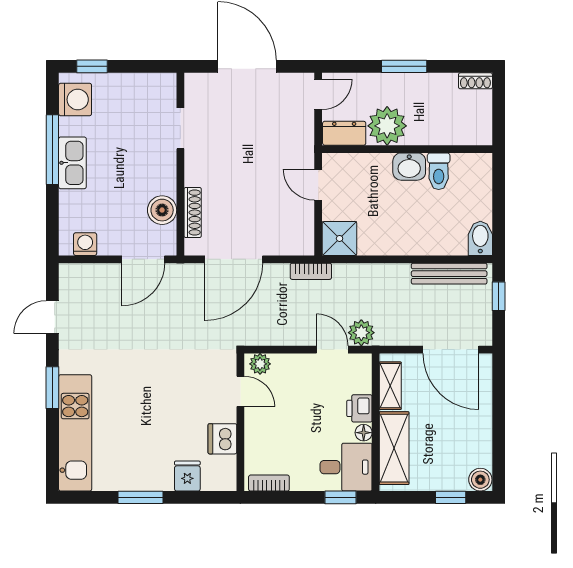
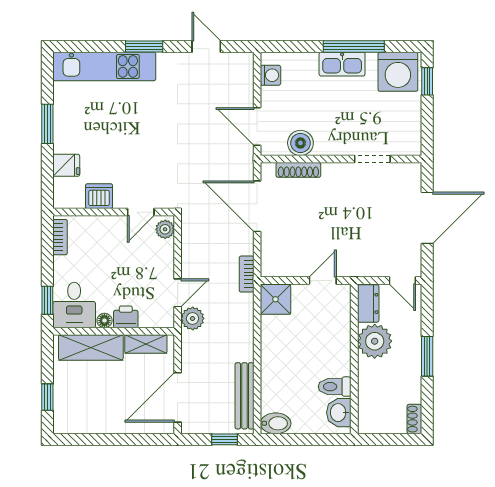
washing machine: (75, 100) -> (398, 72), width x1.37, depth x1.37
washbasin: (409, 167) -> (339, 413), moved
boiler: (480, 480) -> (63, 423), removed

